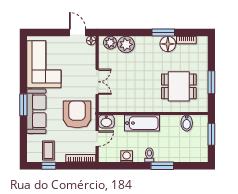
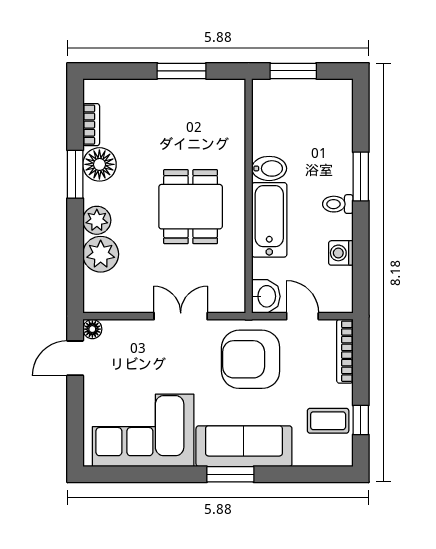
plant: (110, 43) -> (97, 220), moved
dining table: (179, 86) -> (191, 207), moved
bidet: (187, 123) -> (269, 168), moved

